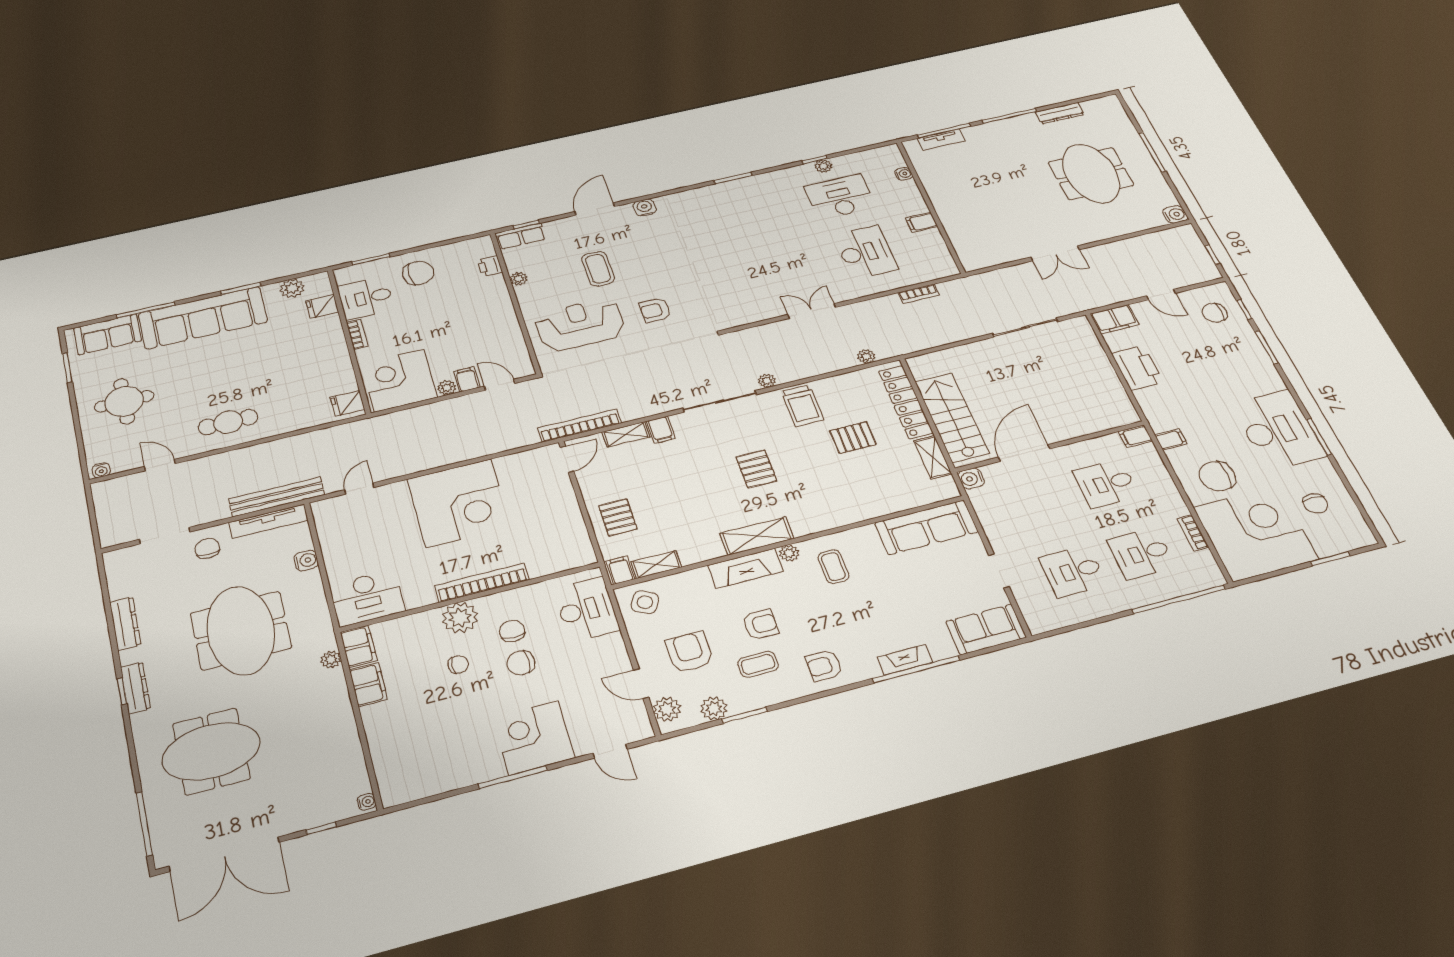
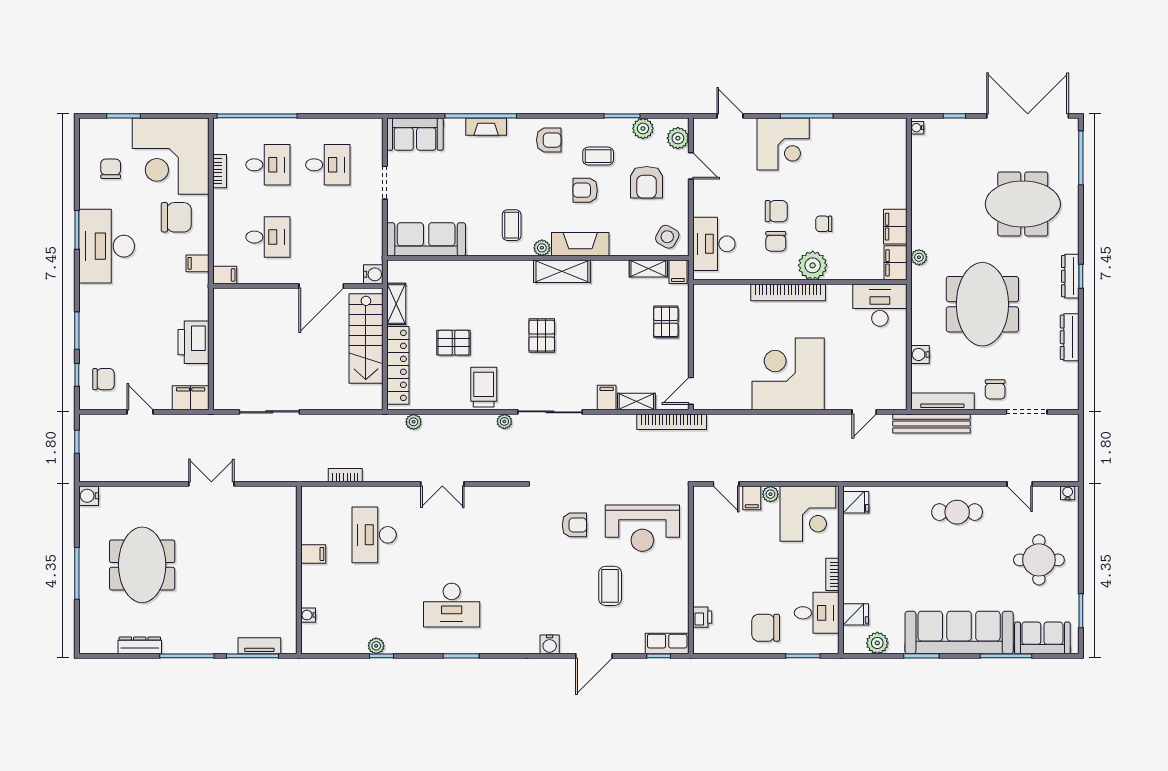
desk: (840, 197) -> (452, 605), moved
plant: (519, 279) -> (681, 595), removed

